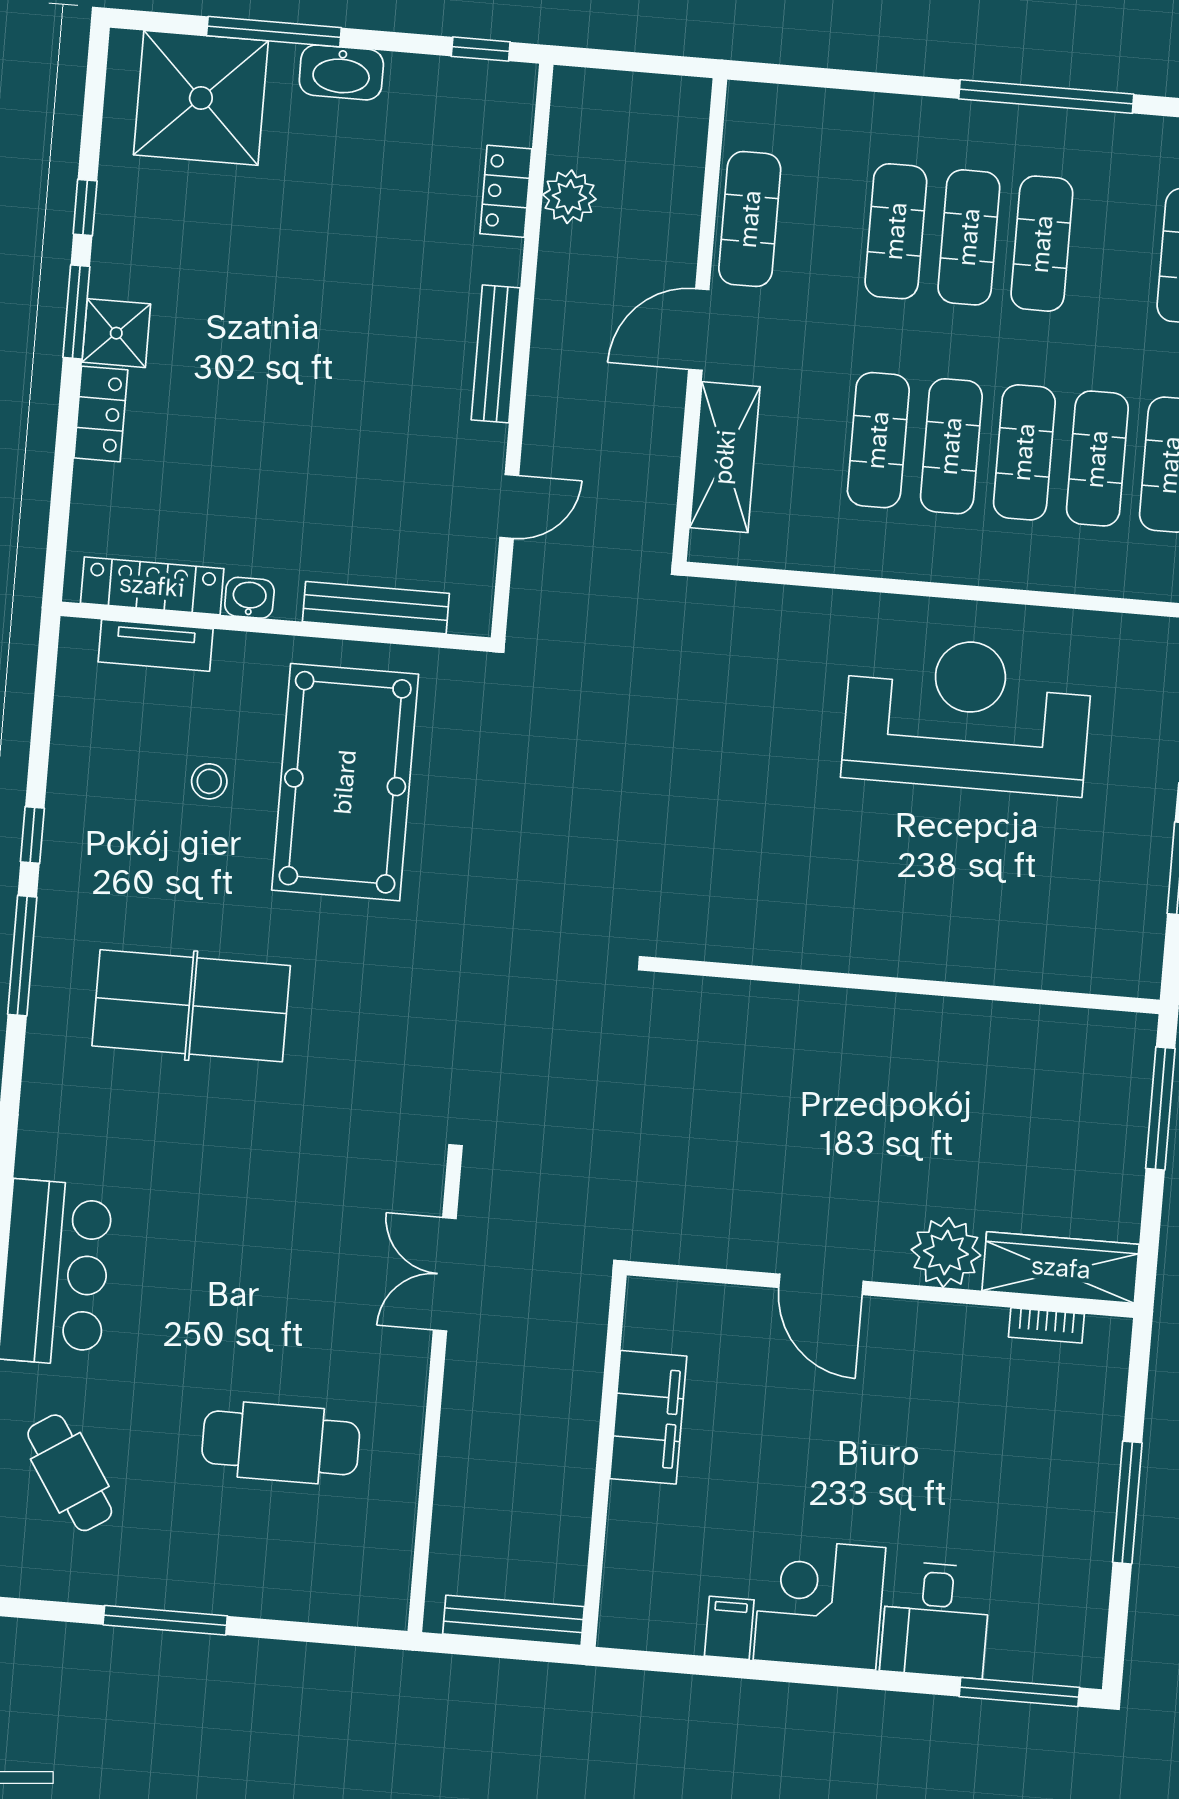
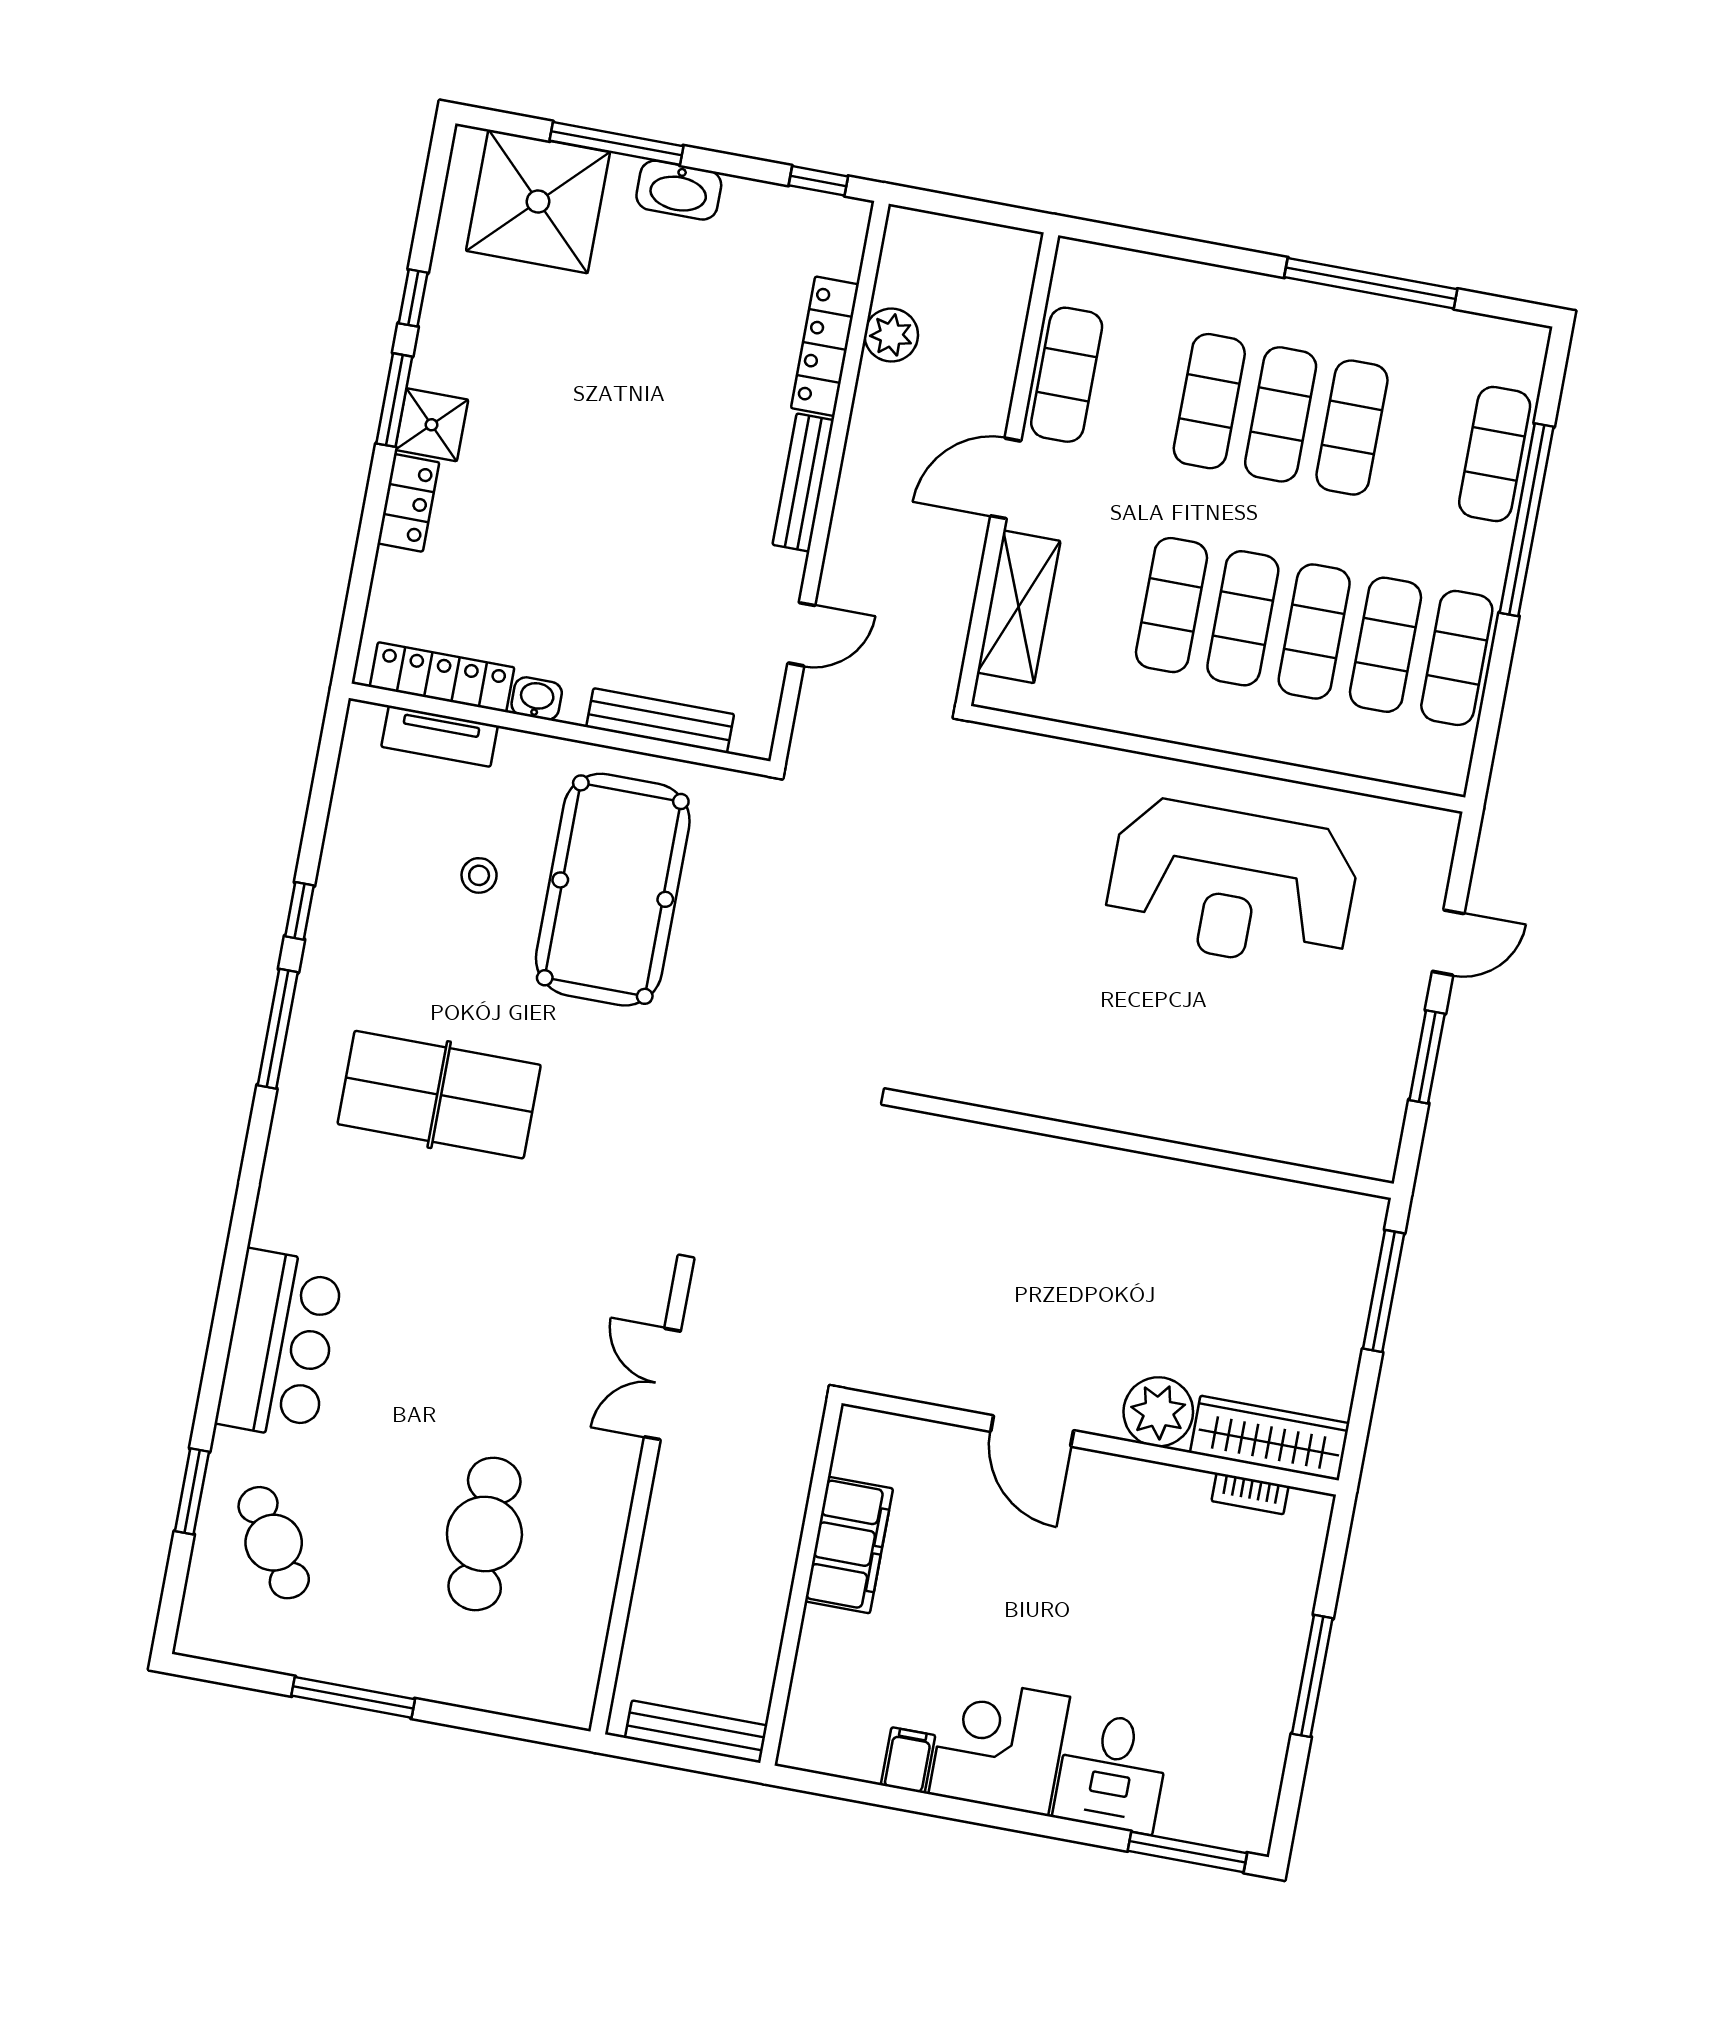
locker: (506, 191) -> (825, 346), width x1.53
reception desk: (967, 715) -> (1232, 884), turned 180
cafe table: (281, 1443) -> (484, 1534), turned 90

